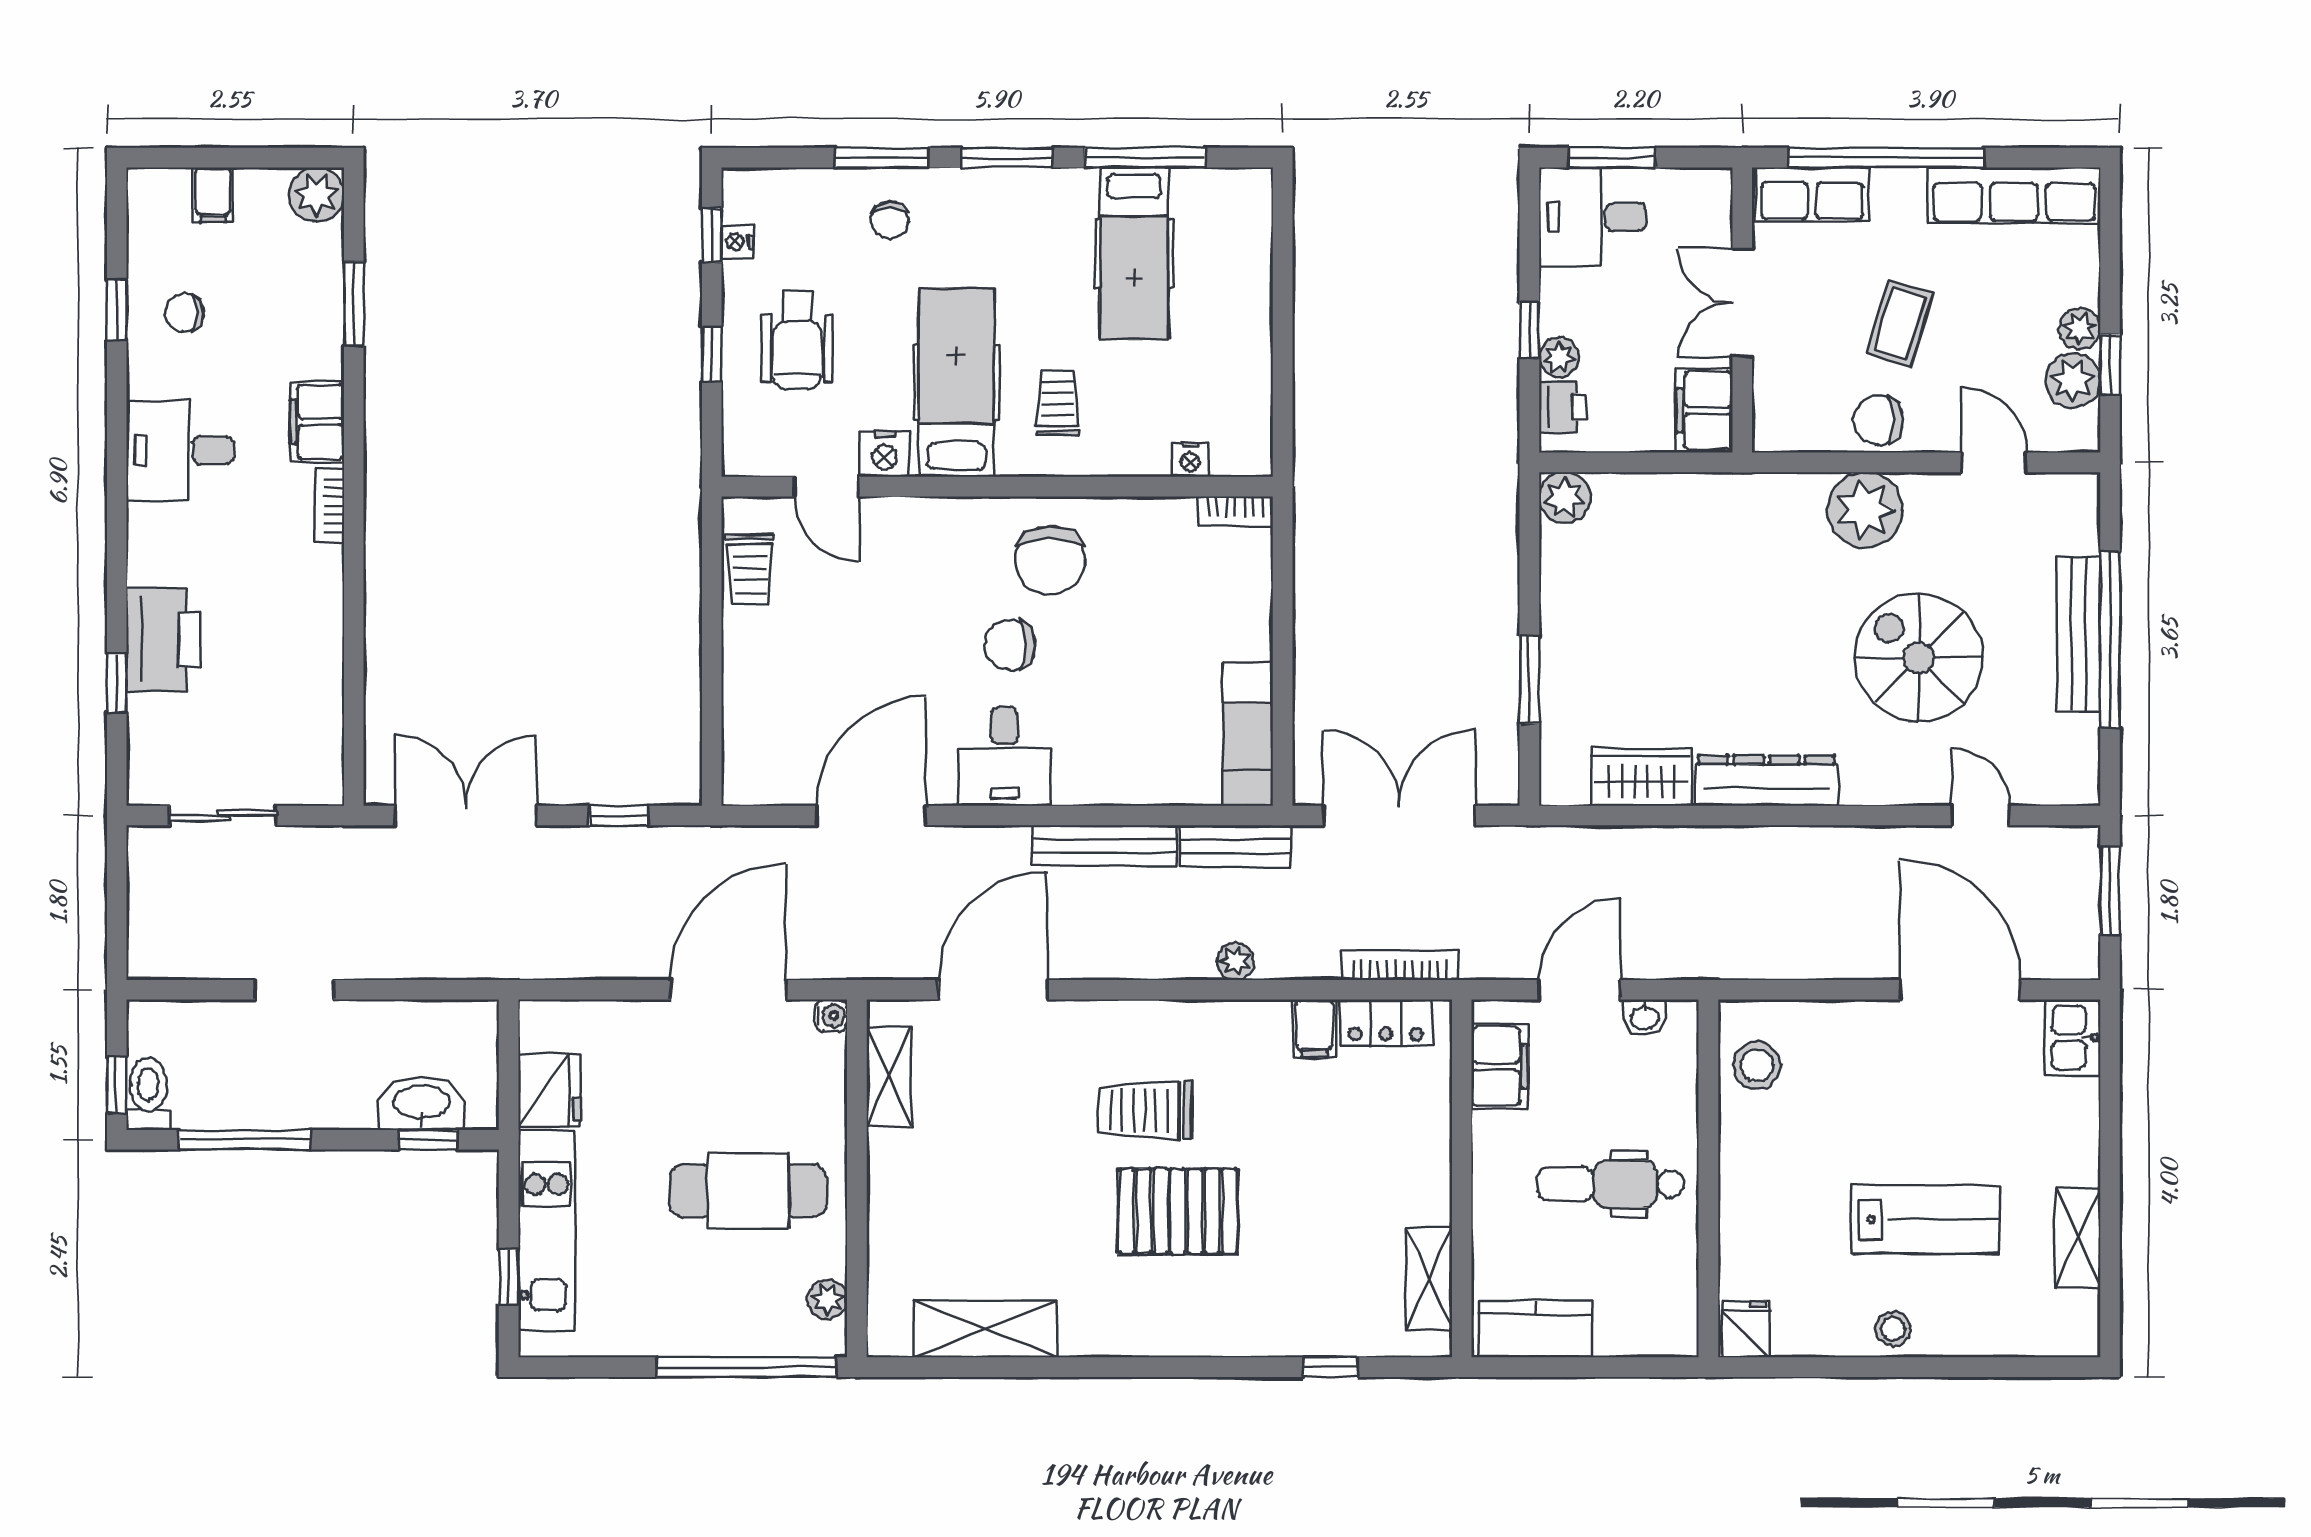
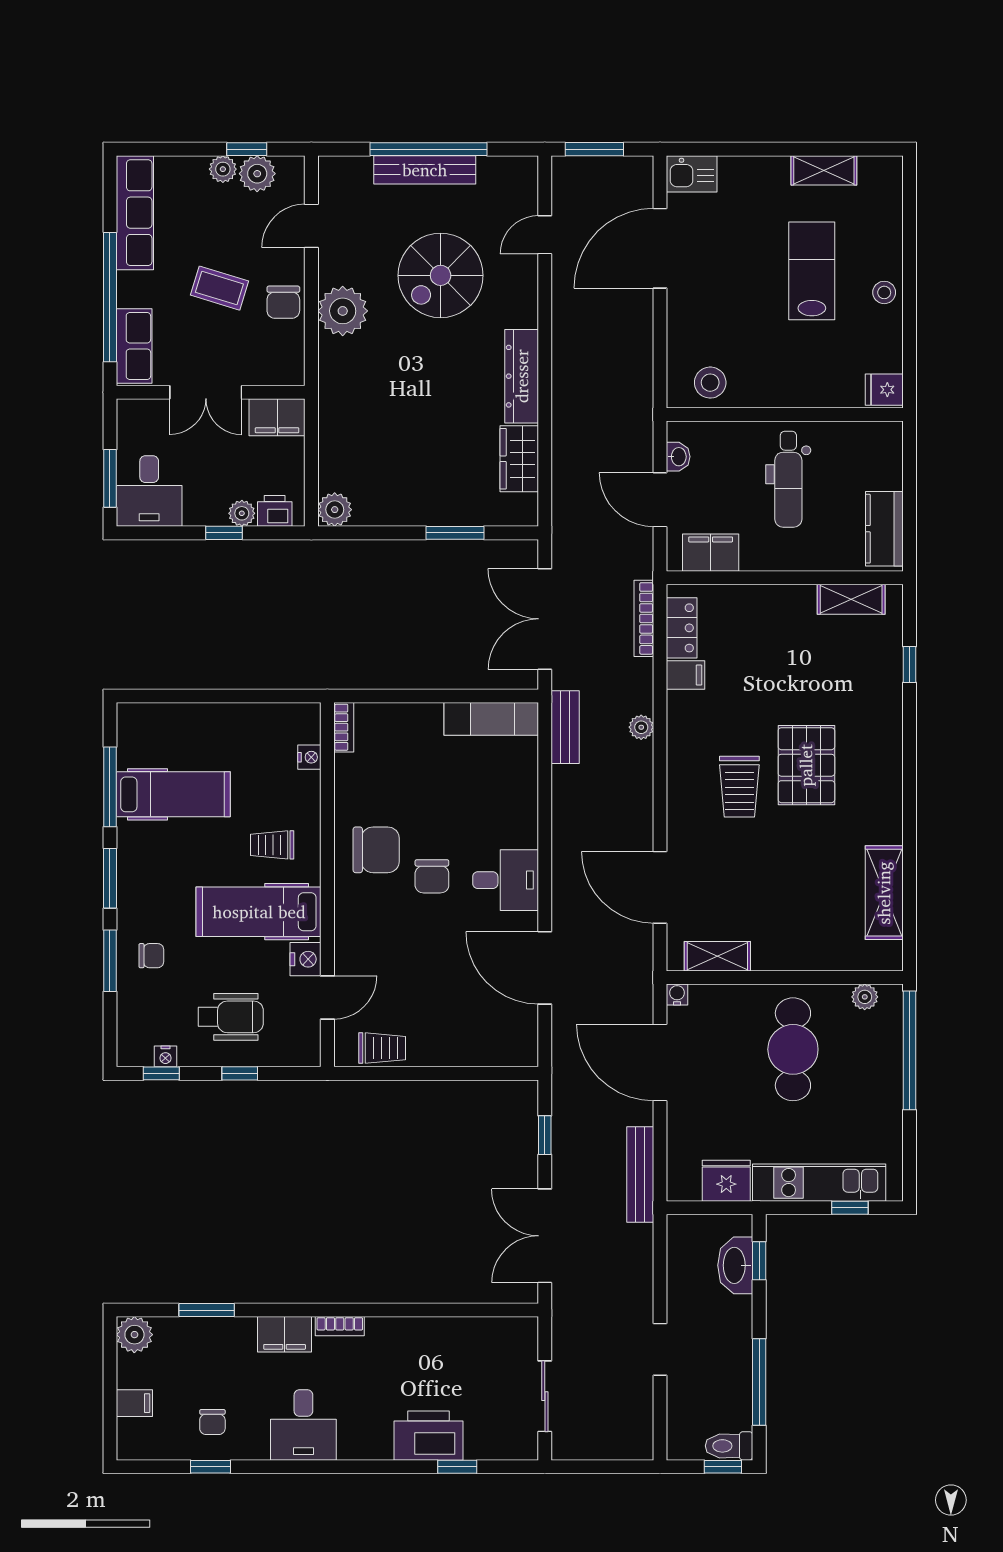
bench: (1104, 846) -> (640, 1174), moved

